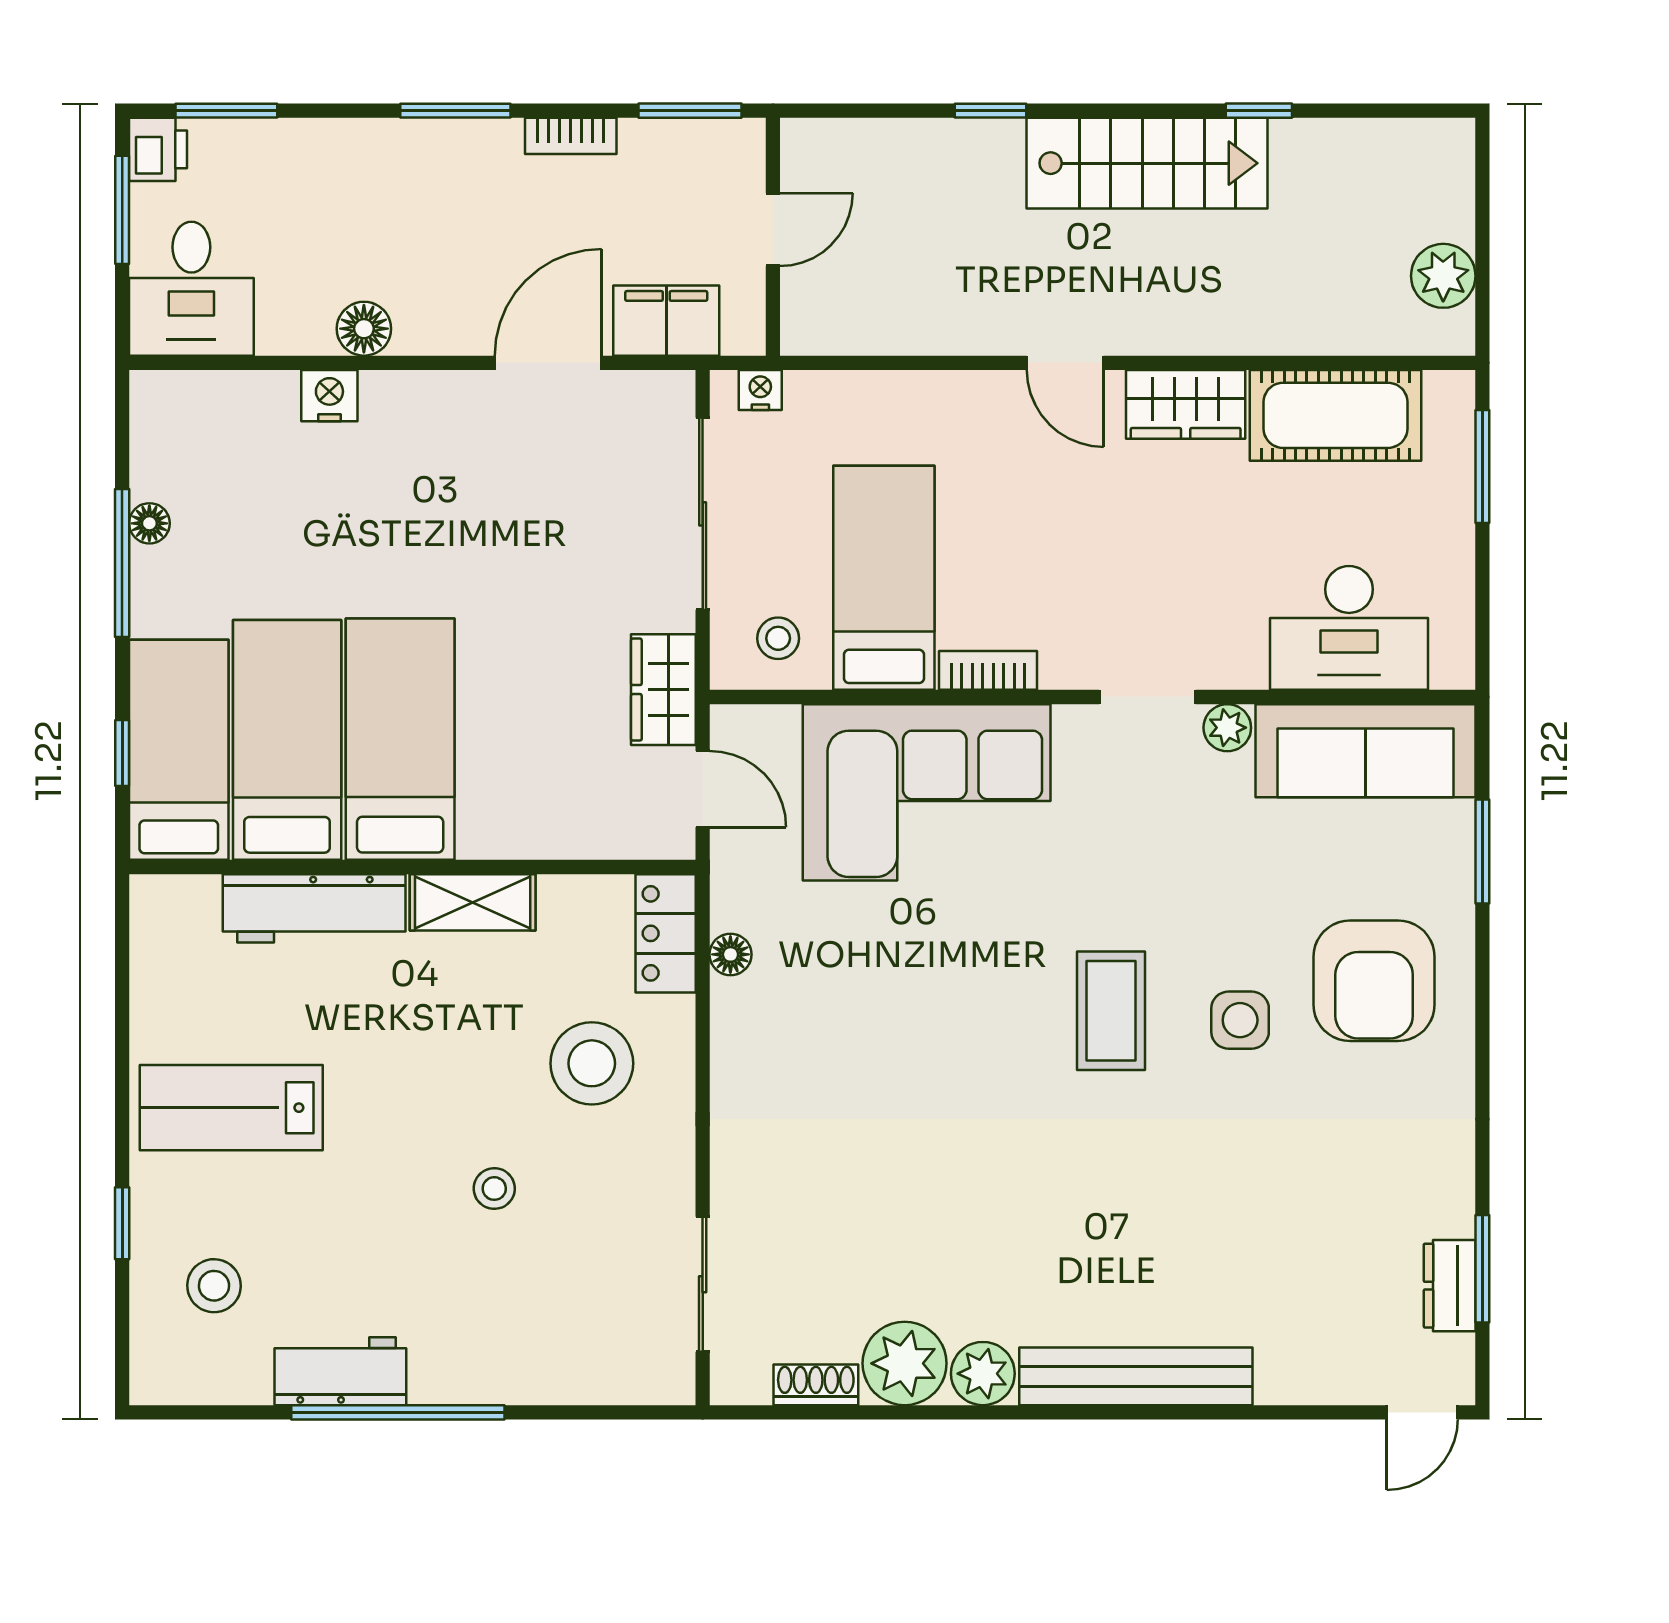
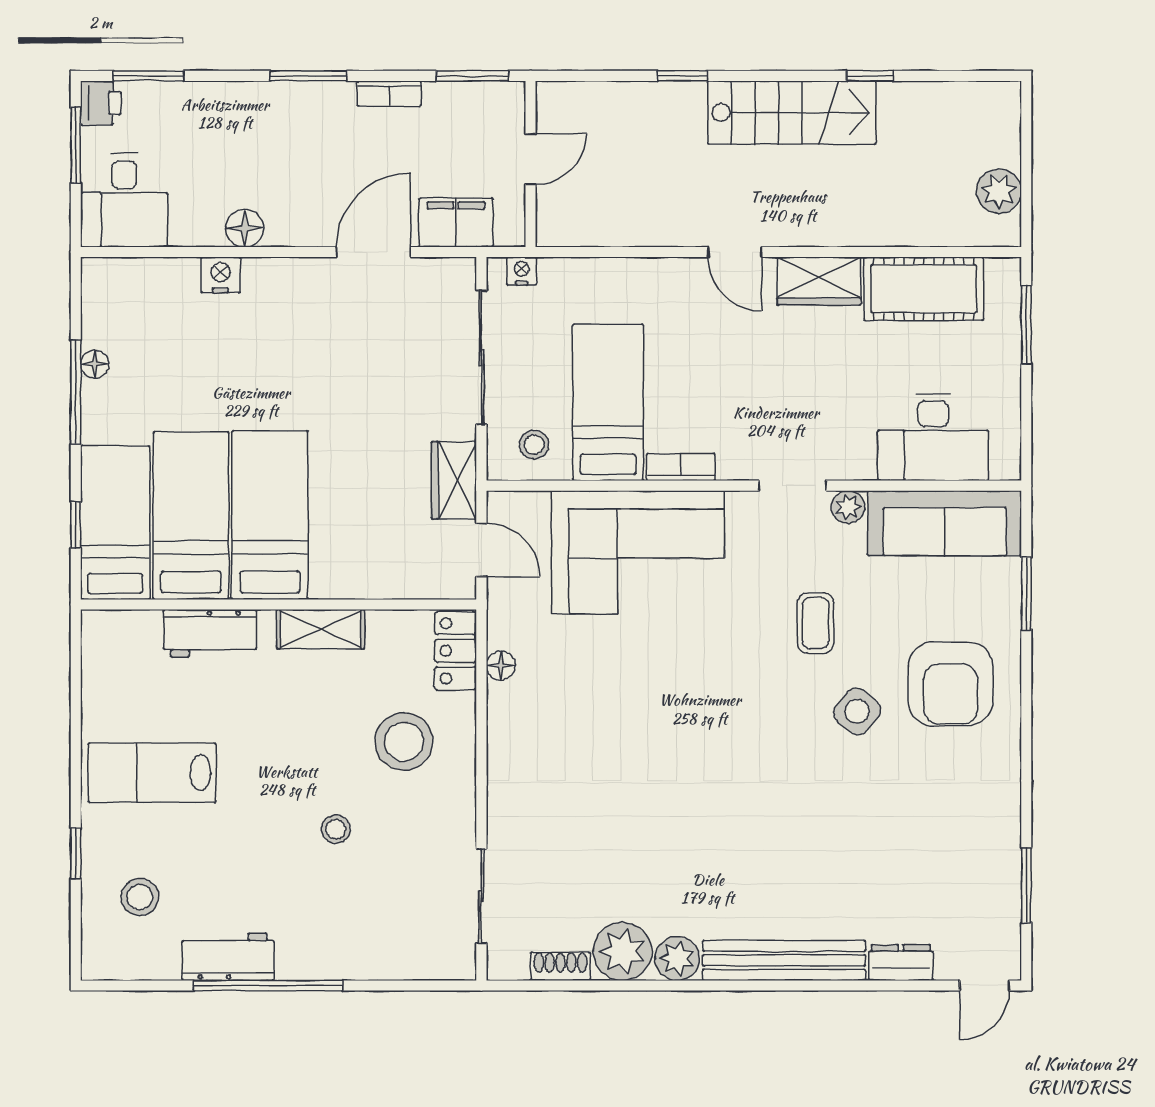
workbench: (314, 908) -> (210, 633), width x0.73
coffee table: (1111, 1011) -> (816, 623), moved, width x0.73, depth x0.77
side table: (1240, 1020) -> (857, 711), turned 38
dresser: (1450, 1286) -> (901, 963), moved, turned 90

